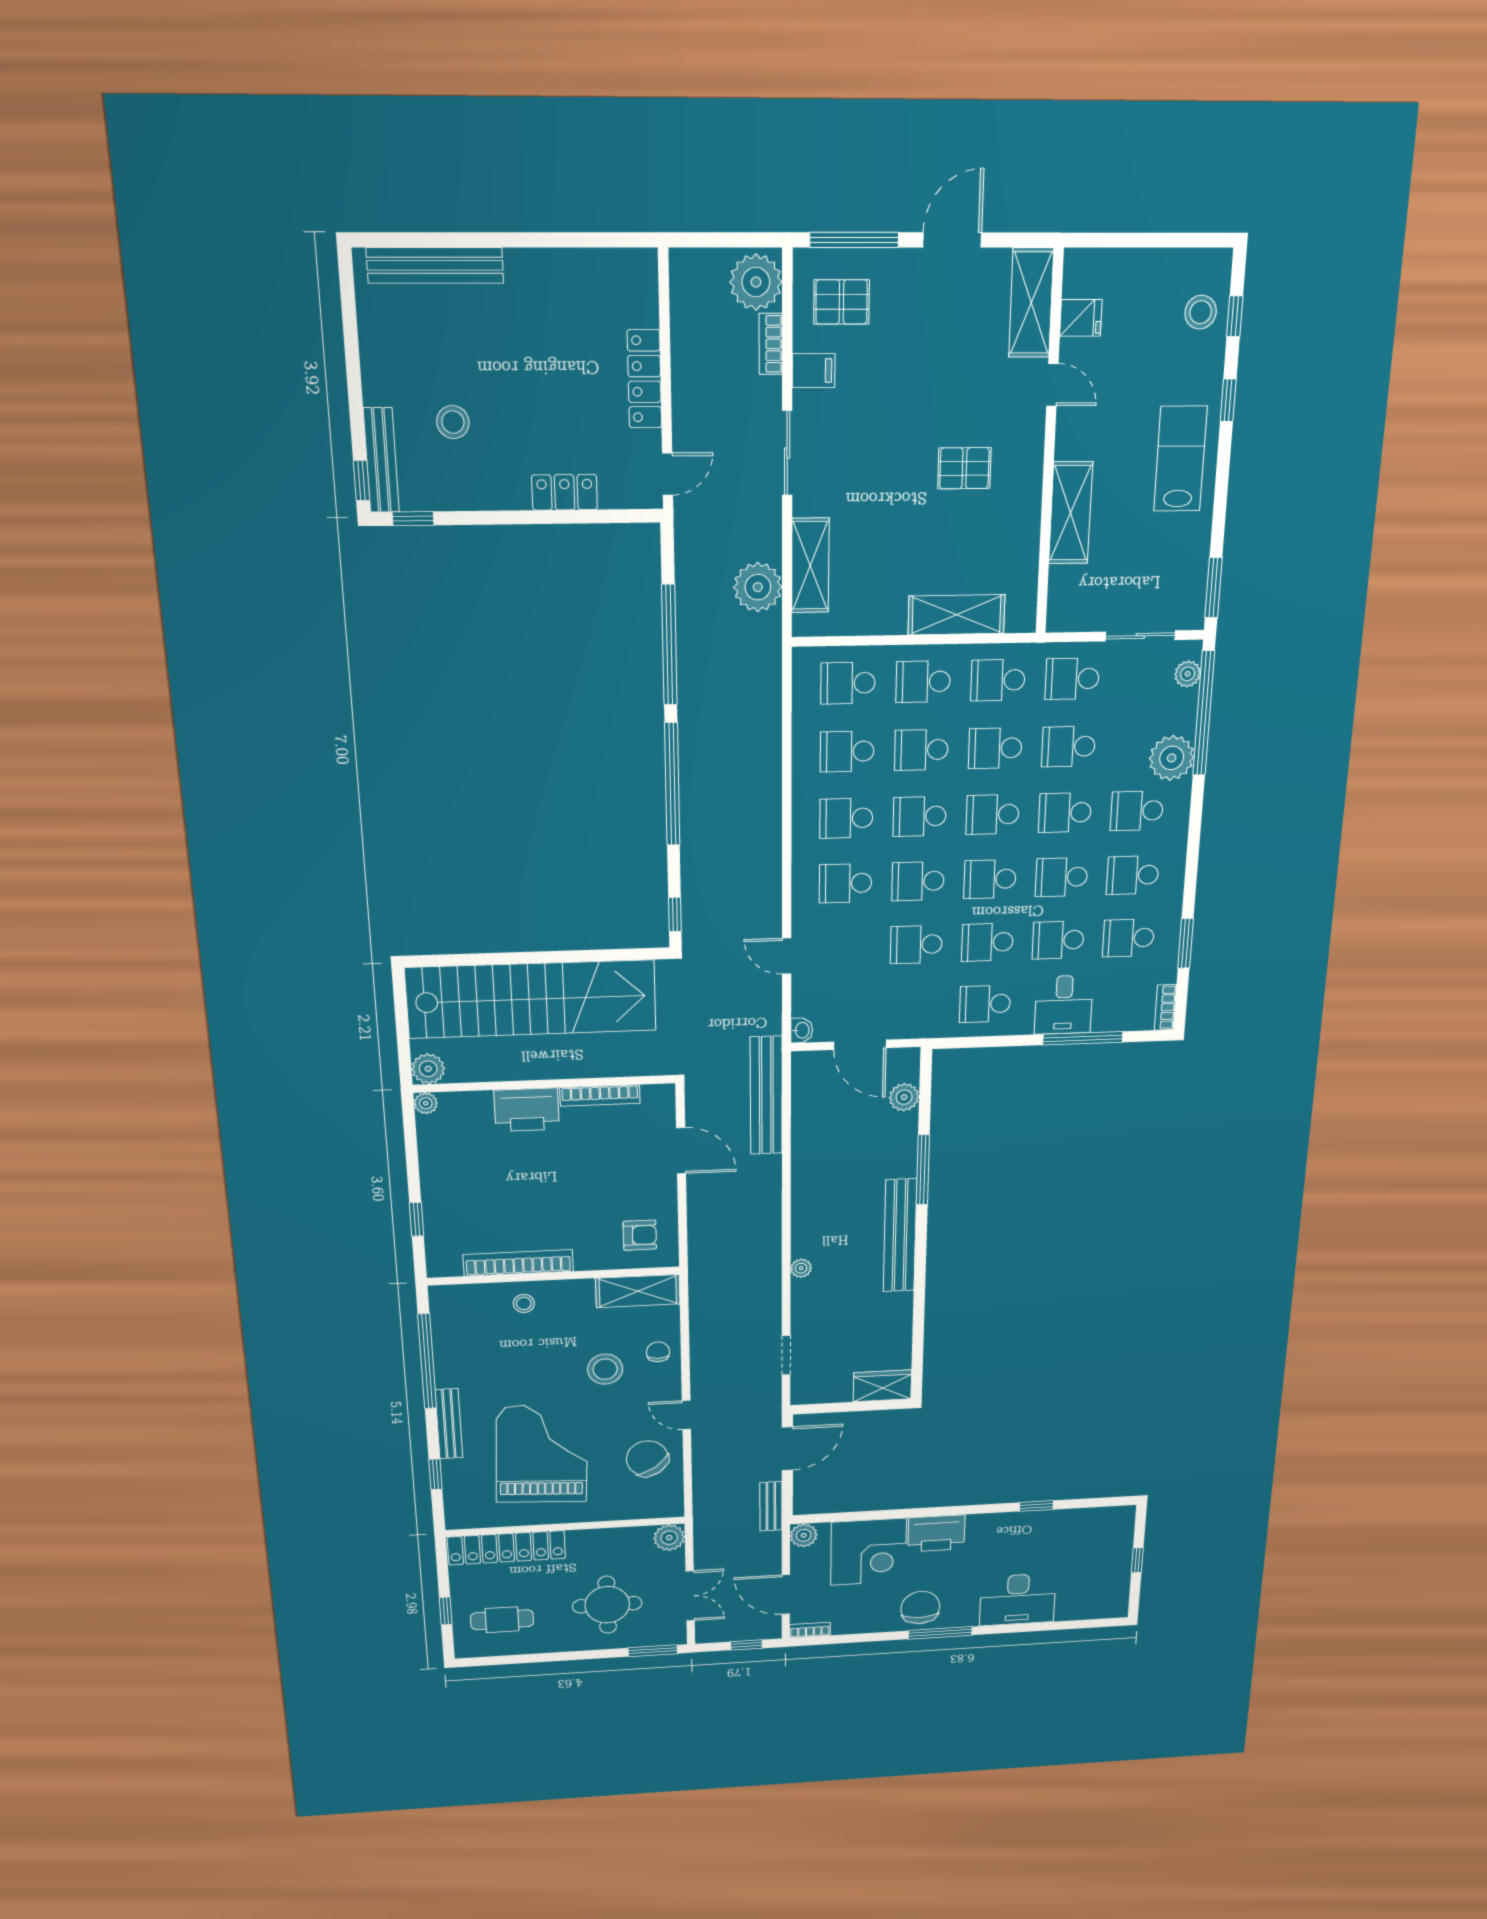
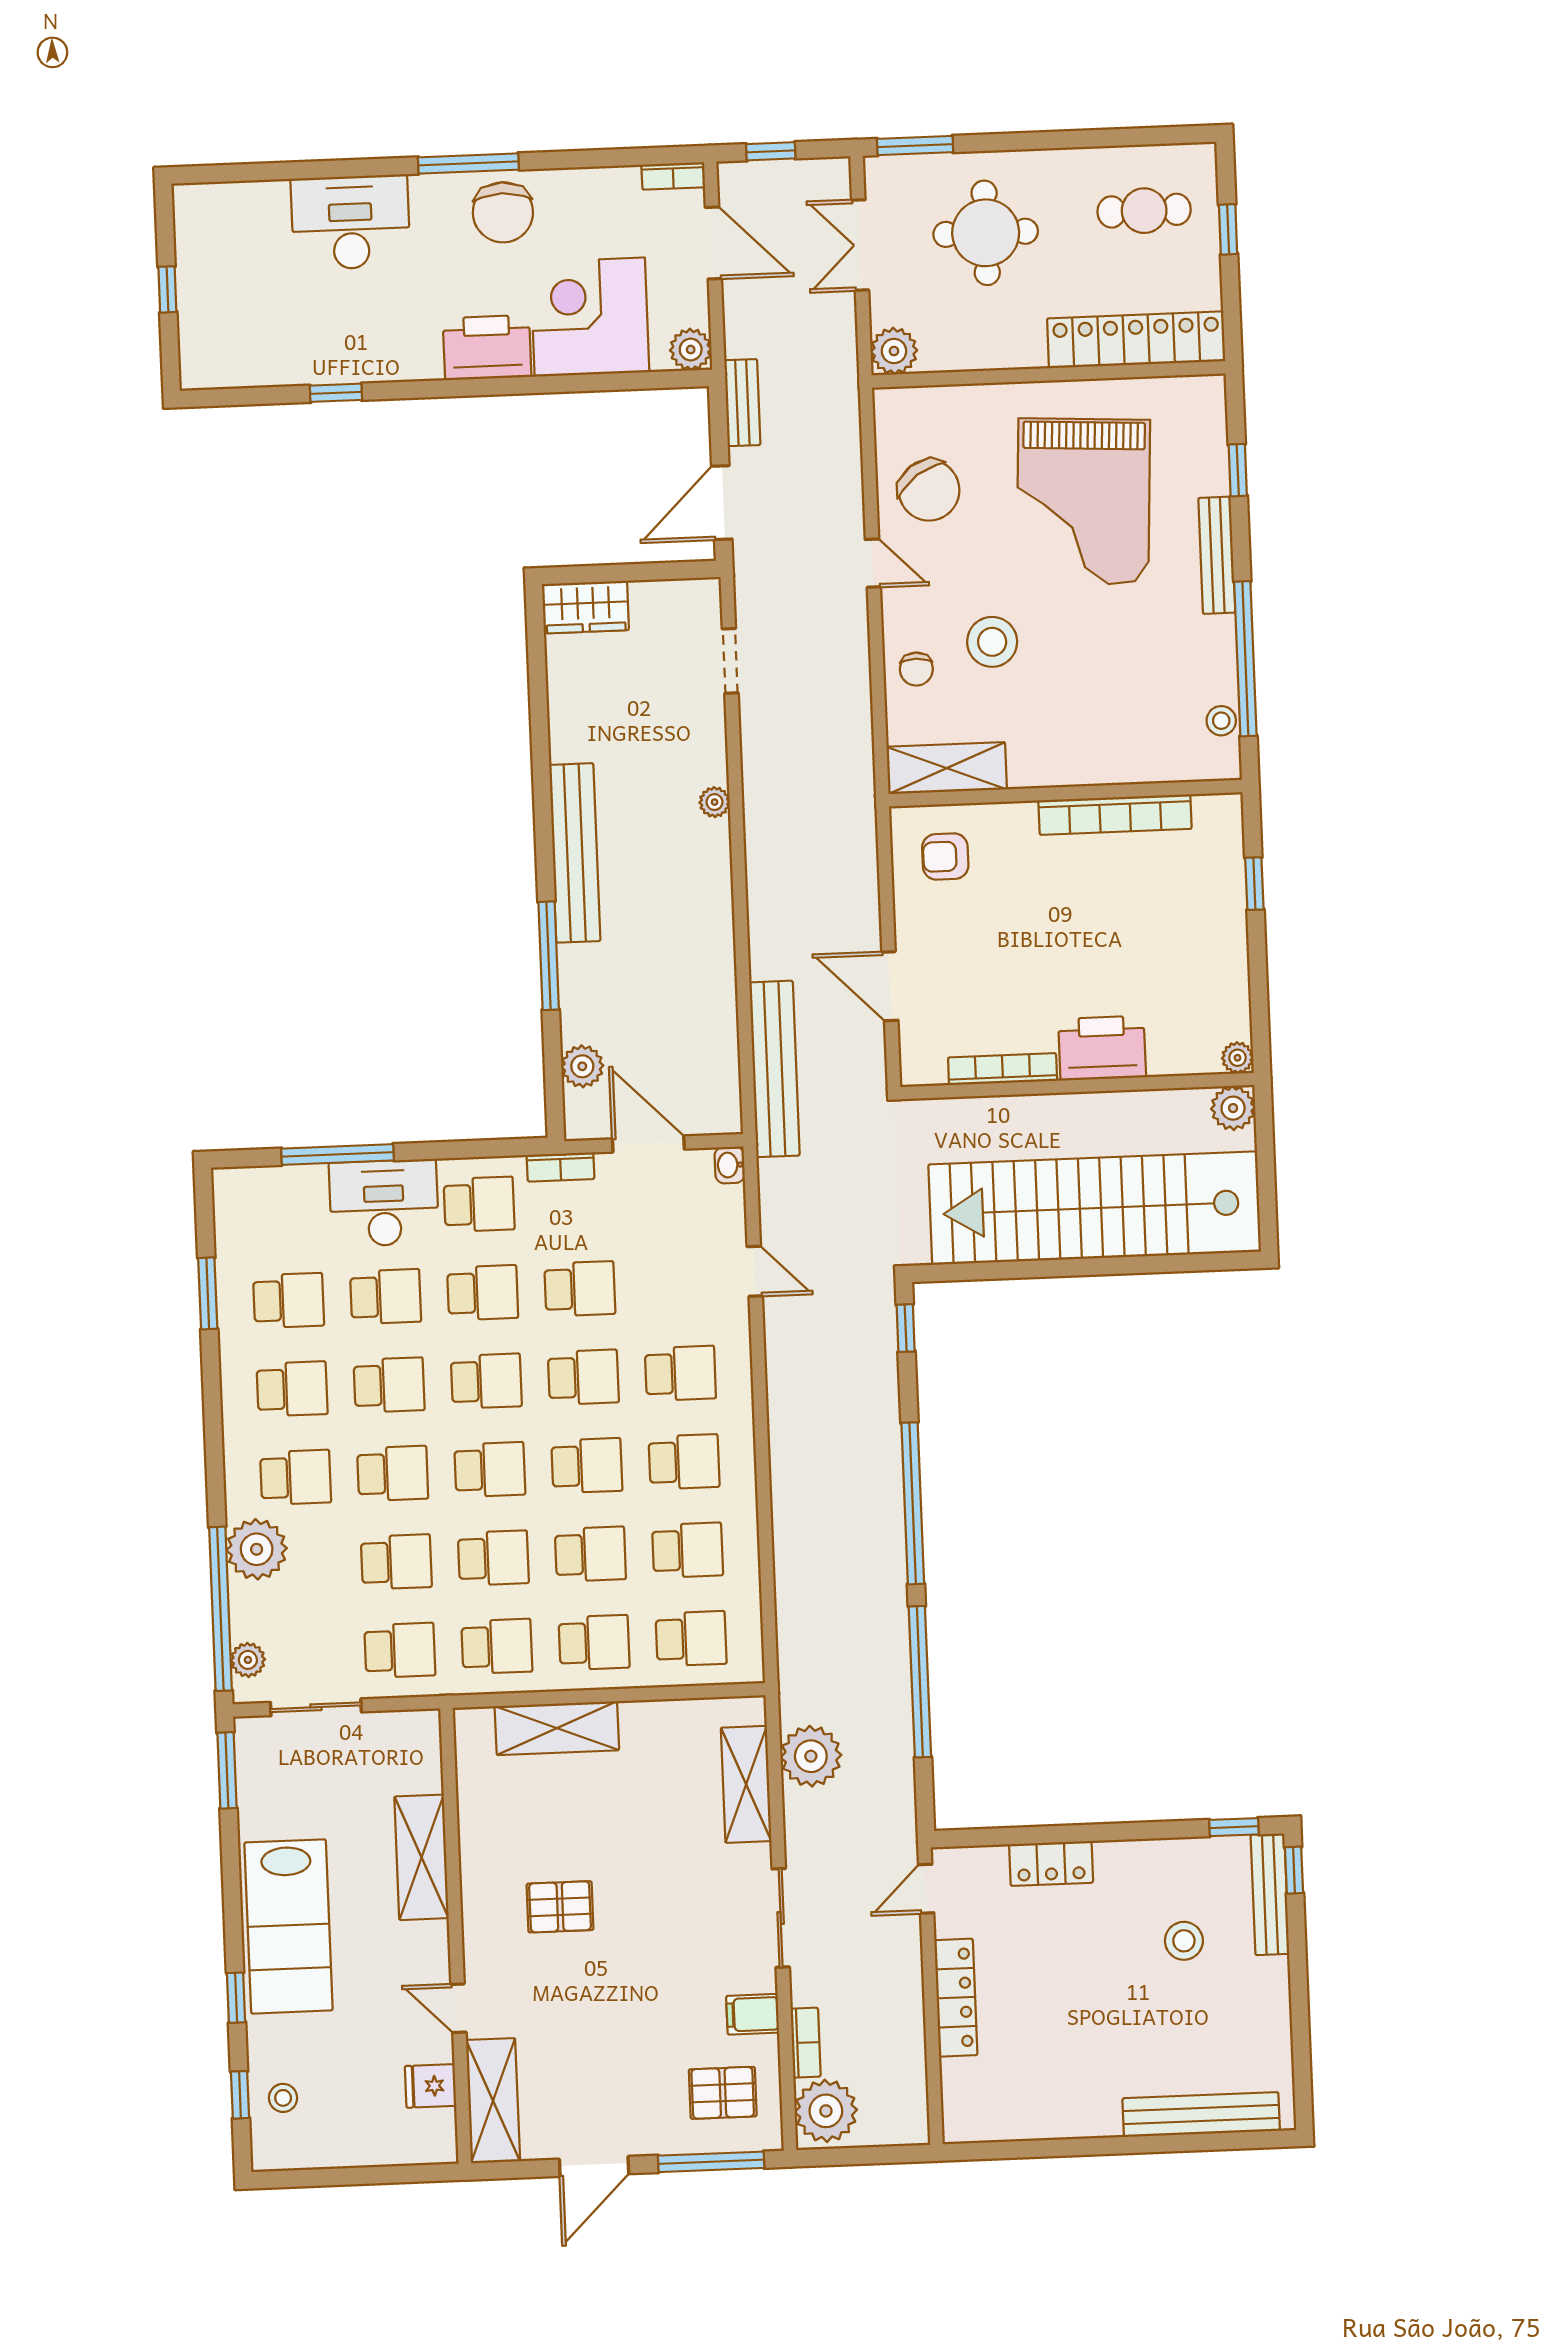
stool: (1201, 312) -> (283, 2098), width x0.73, depth x0.73
lab bench: (1180, 459) -> (288, 1926), width x1.36, depth x1.39
desk: (1064, 1005) -> (384, 1203), width x1.37
bookcase: (1165, 1007) -> (560, 1167), moved, turned 90
stool: (524, 1303) -> (1221, 721), moved

